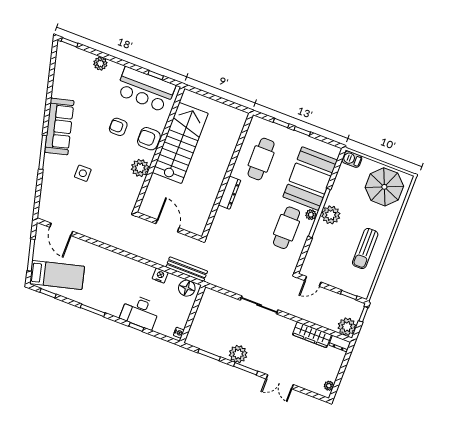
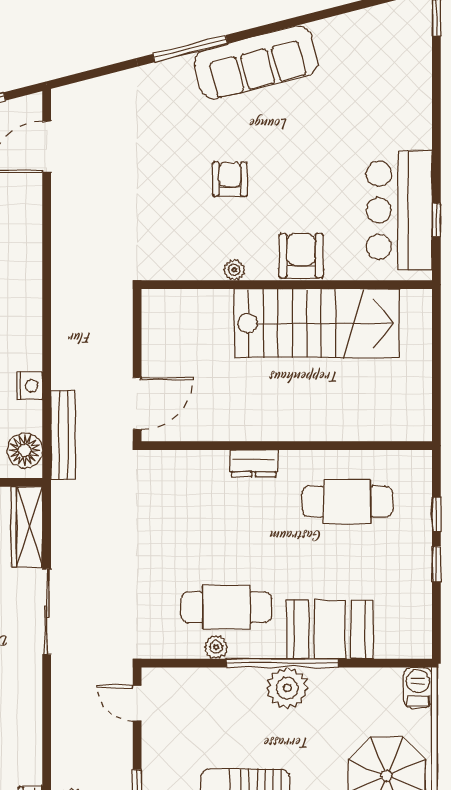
plant: (100, 64) -> (417, 98), removed
armchair: (118, 127) -> (230, 179), moved
plant: (140, 168) -> (234, 270), width x0.53, depth x0.53
side table: (83, 173) -> (179, 147), removed
booth: (310, 179) -> (330, 630), width x0.73, depth x0.70
dresser: (230, 193) -> (254, 463), width x0.70
plant: (311, 215) -> (216, 647), moved
door: (167, 226) -> (137, 403), moved
wardrobe: (312, 335) -> (27, 527), moved

